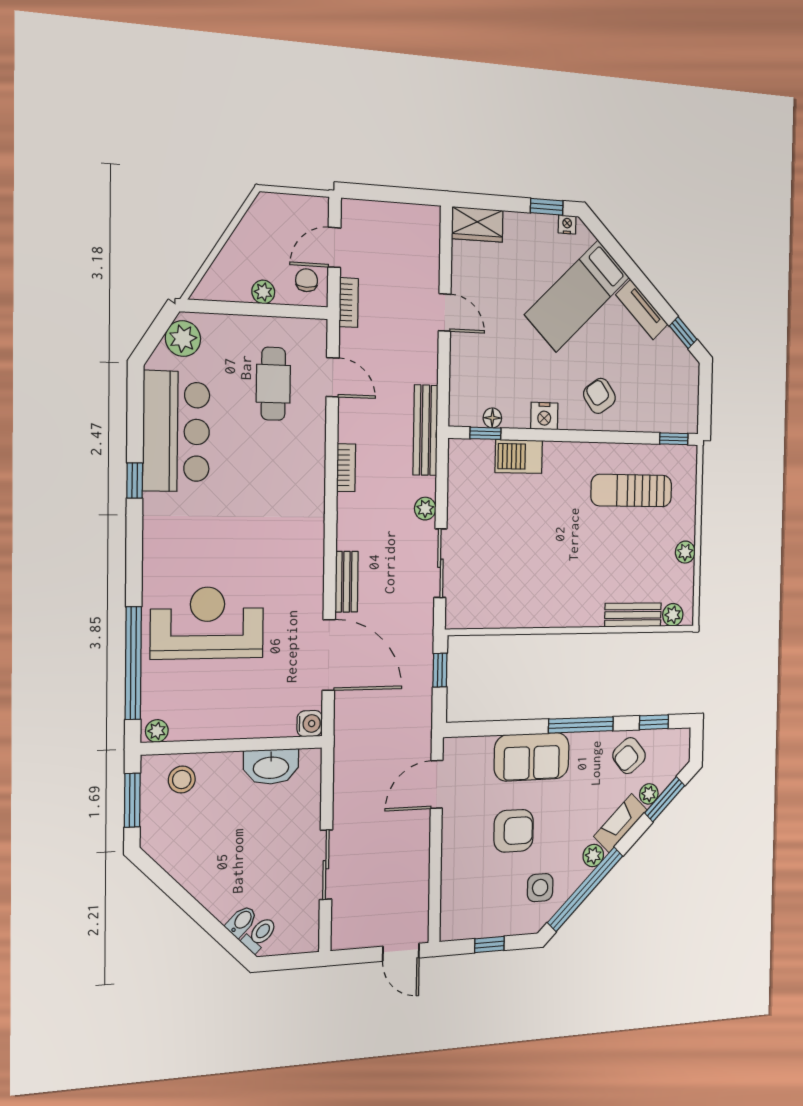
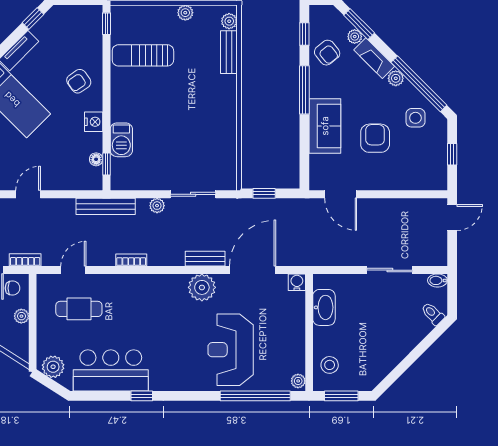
chair: (307, 280) -> (12, 288), turned 180
sun lounger: (631, 491) -> (143, 55), turned 90
plant: (304, 577) -> (202, 287), added
bidet: (242, 921) -> (437, 280), moved, turned -45

